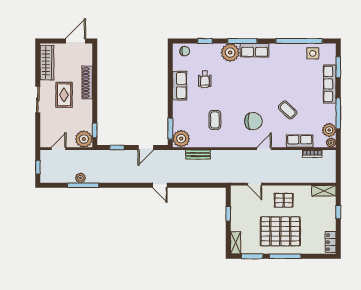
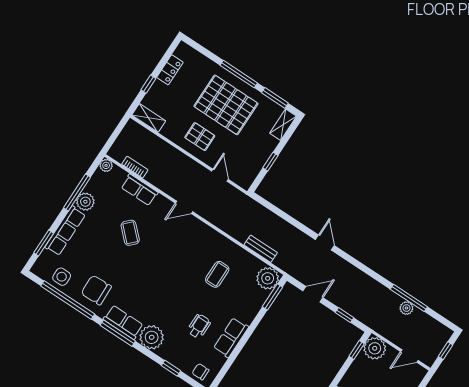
window: (242, 41) -> (118, 333), moved
chair: (253, 121) -> (96, 290), moved
plant: (329, 130) -> (85, 202), moved
locker: (331, 242) -> (170, 70), moved

